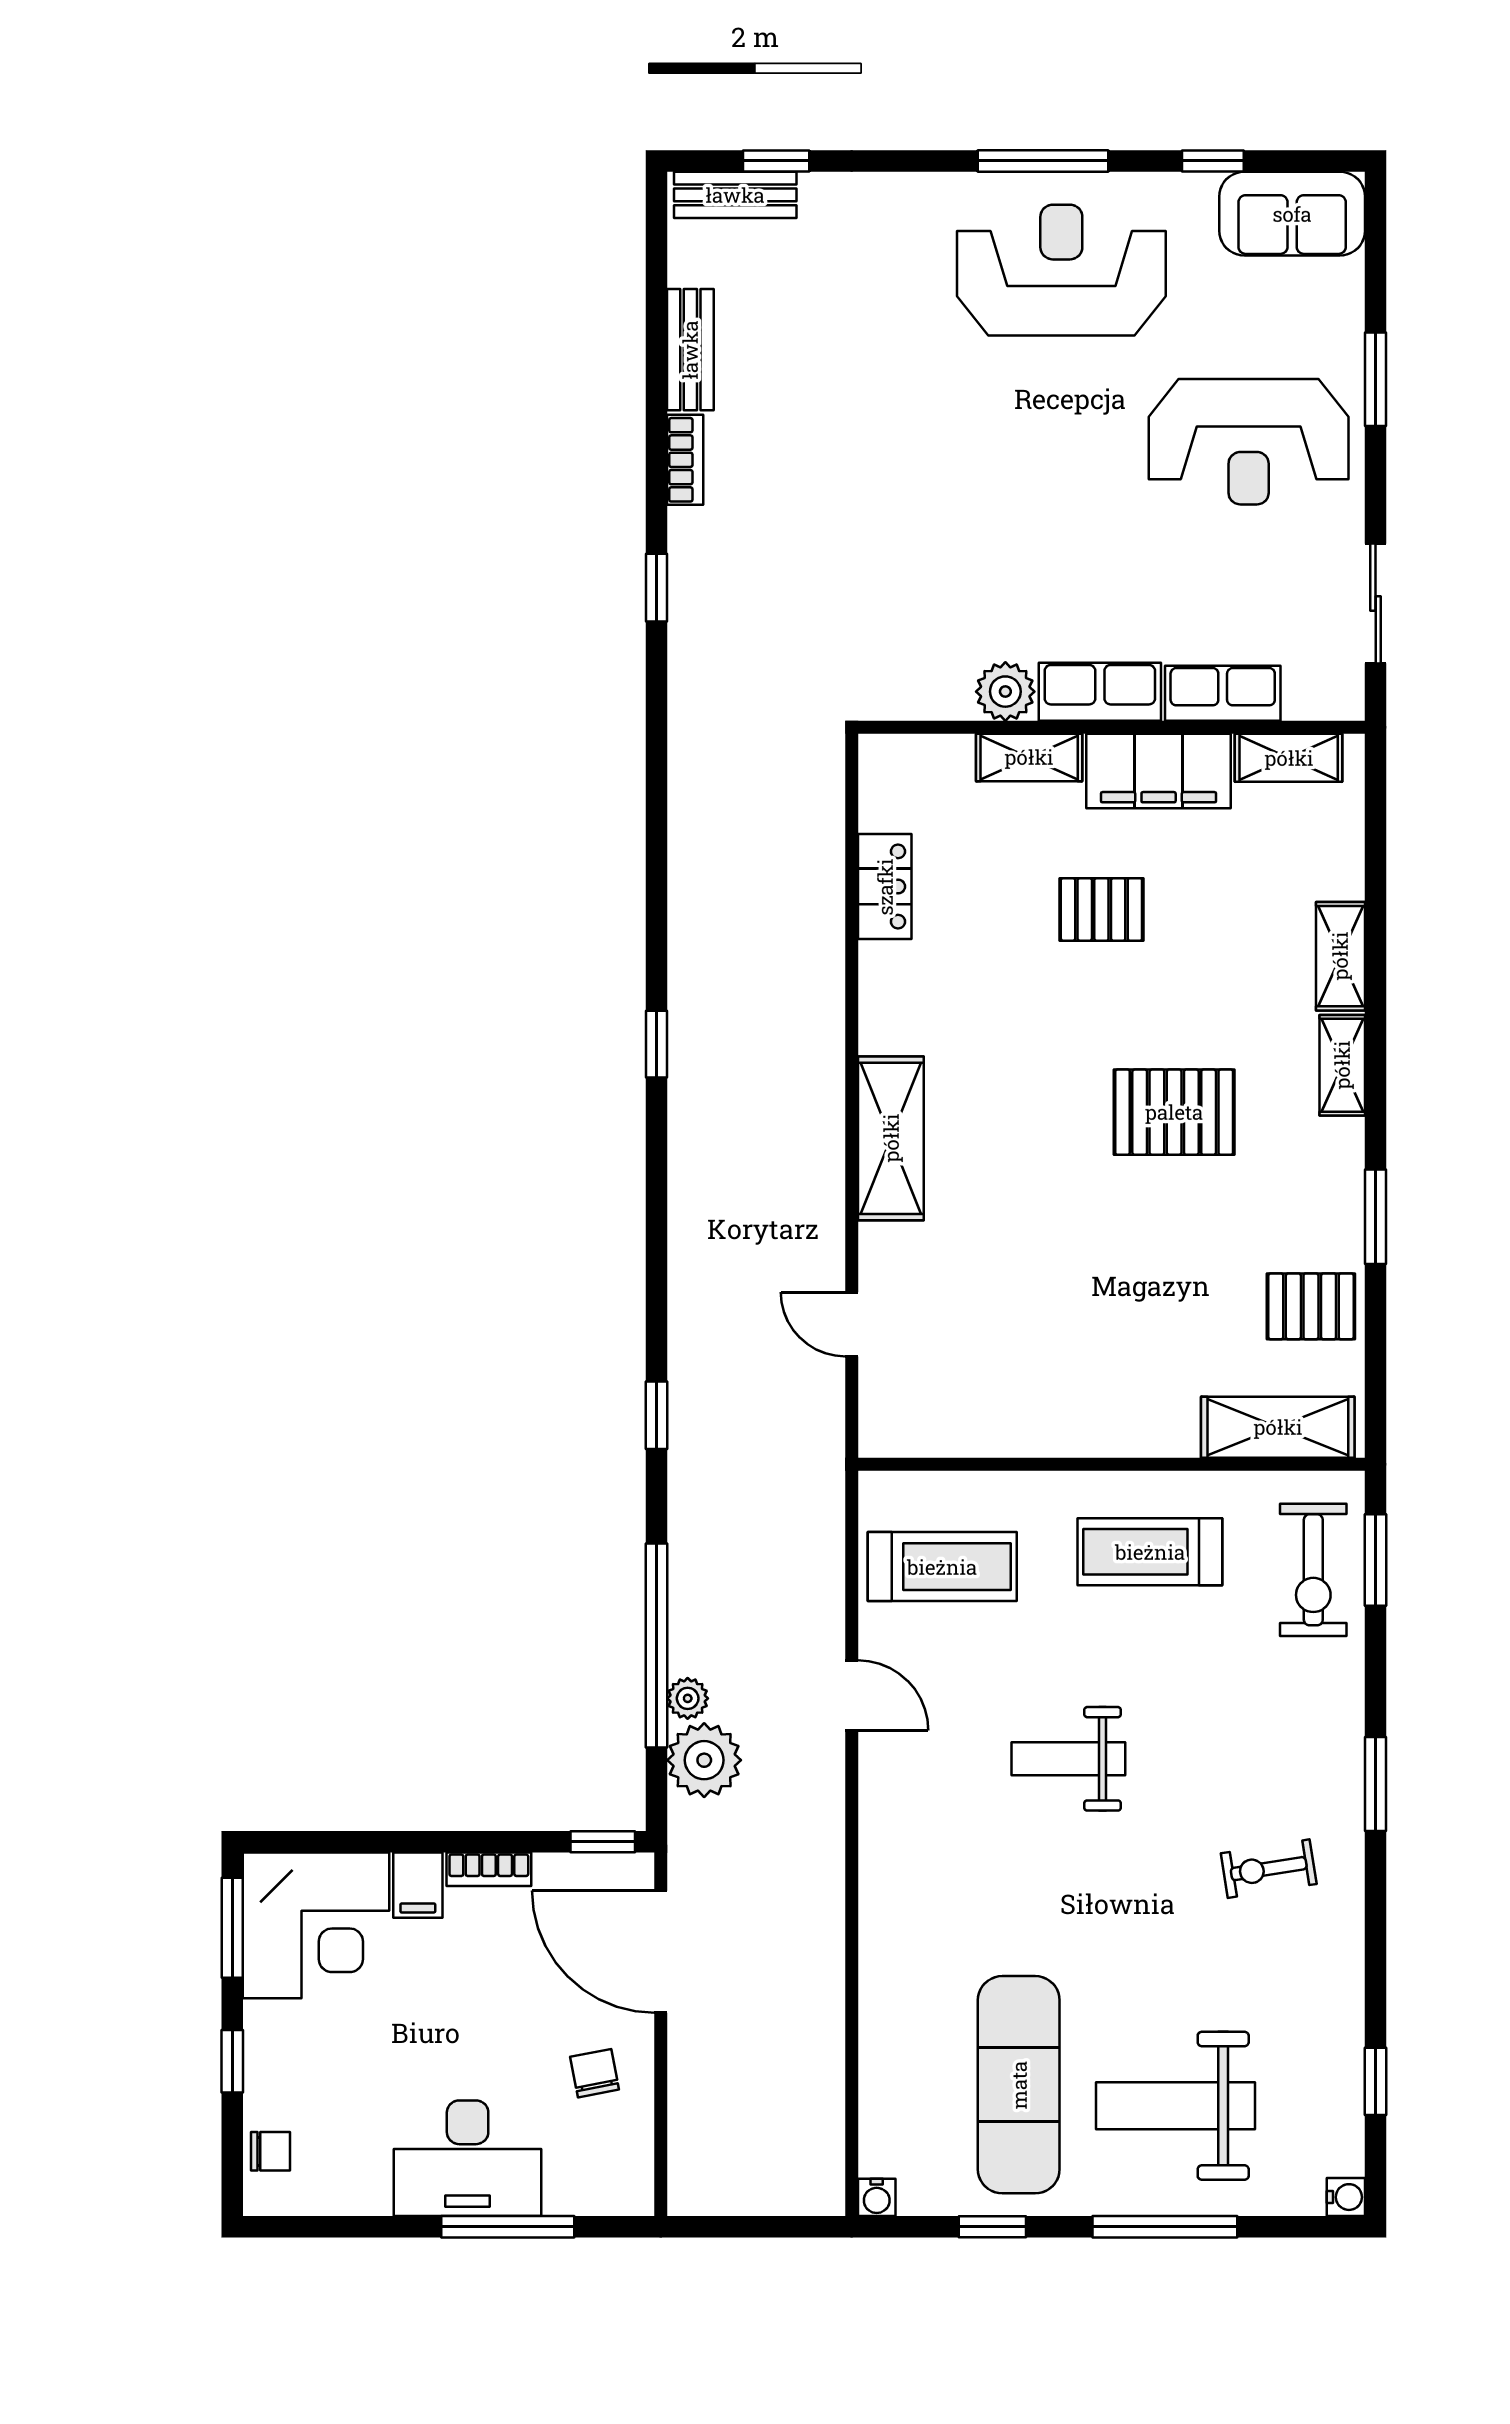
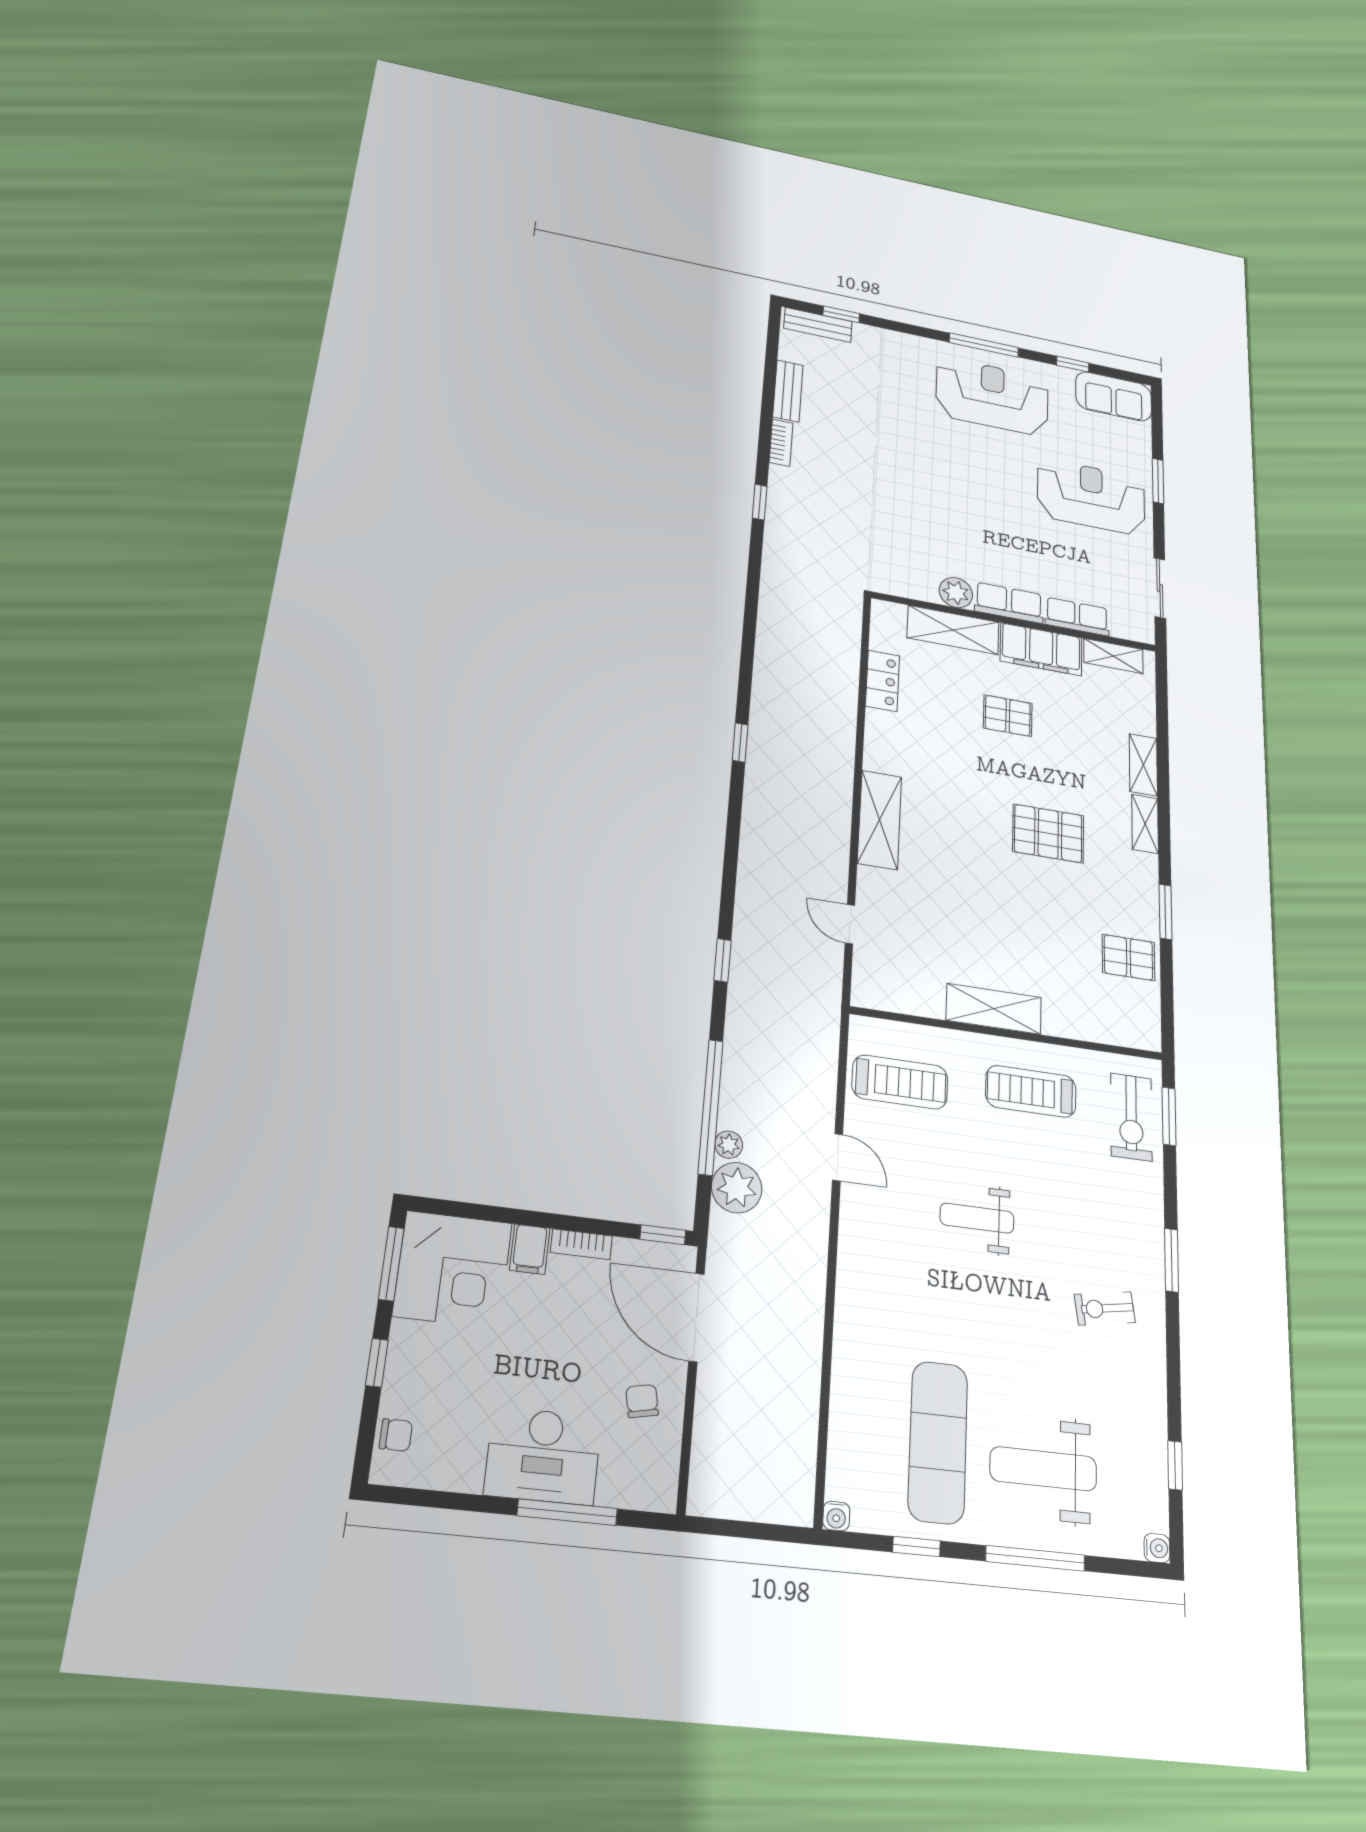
reception desk: (1249, 442) -> (1091, 497), turned 180
shelving: (1029, 757) -> (953, 630), width x1.50, depth x1.33
shelving: (1278, 1427) -> (994, 1009), moved

